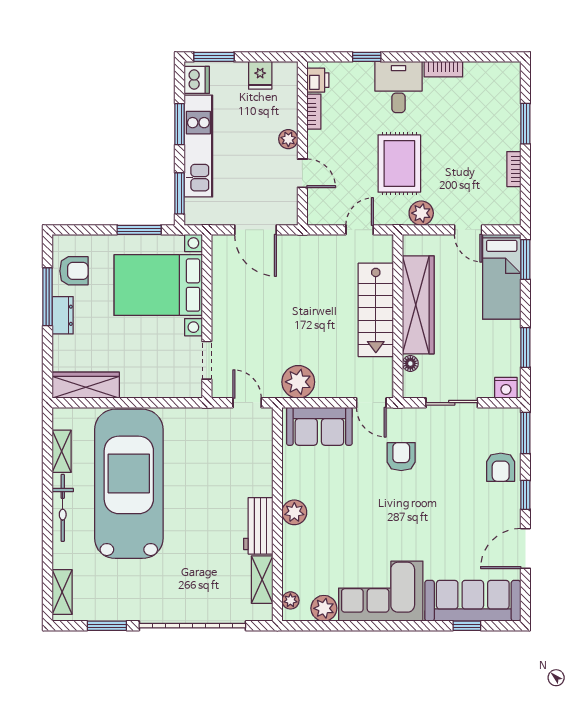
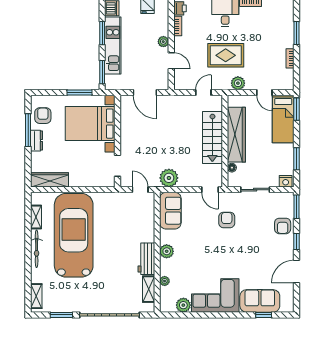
rug: (399, 163) -> (226, 55), turned 90
armchair: (74, 271) -> (43, 116), turned -90
sofa: (319, 426) -> (170, 211), moved, turned -90
plant: (290, 600) -> (165, 281), moved
sofa: (473, 601) -> (260, 301), width x0.73

